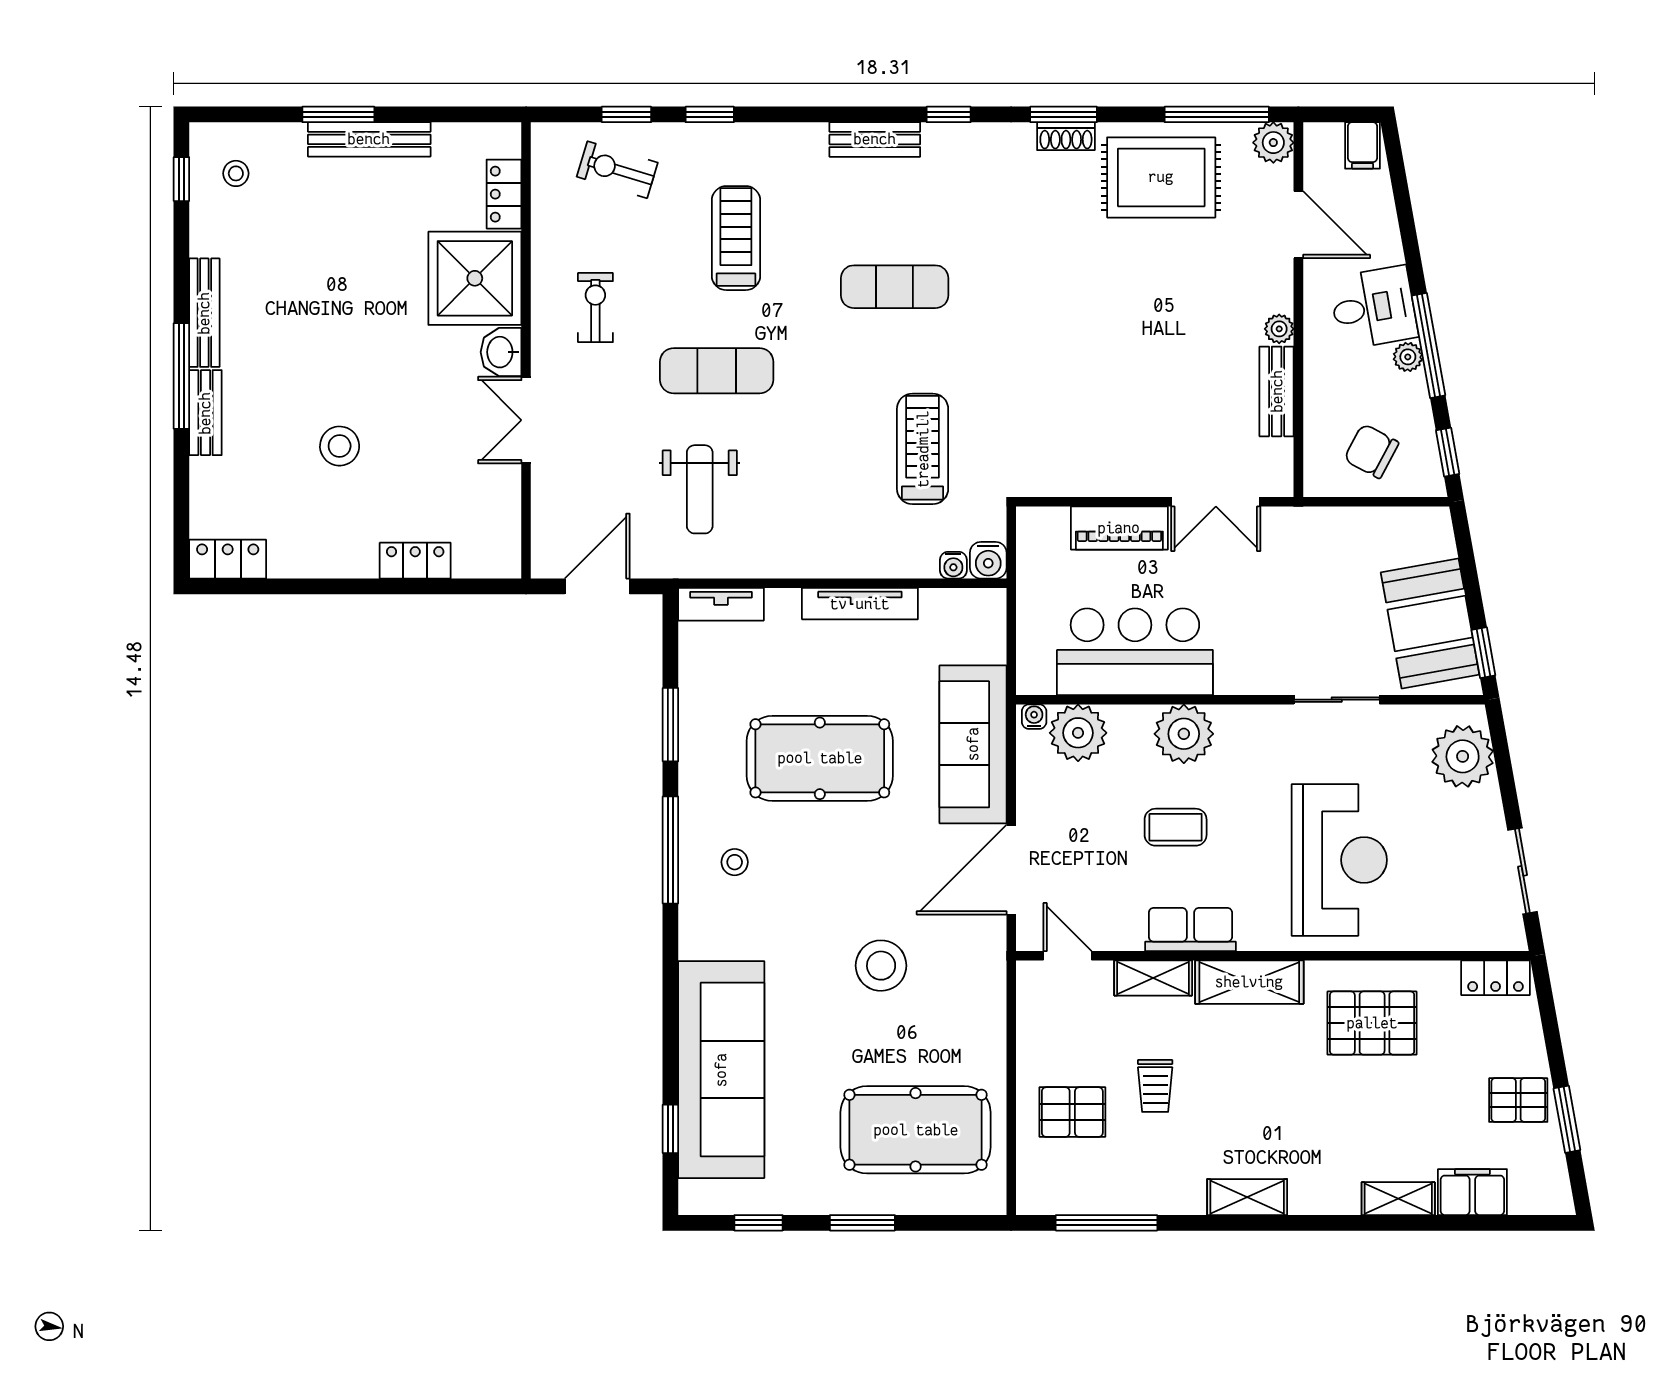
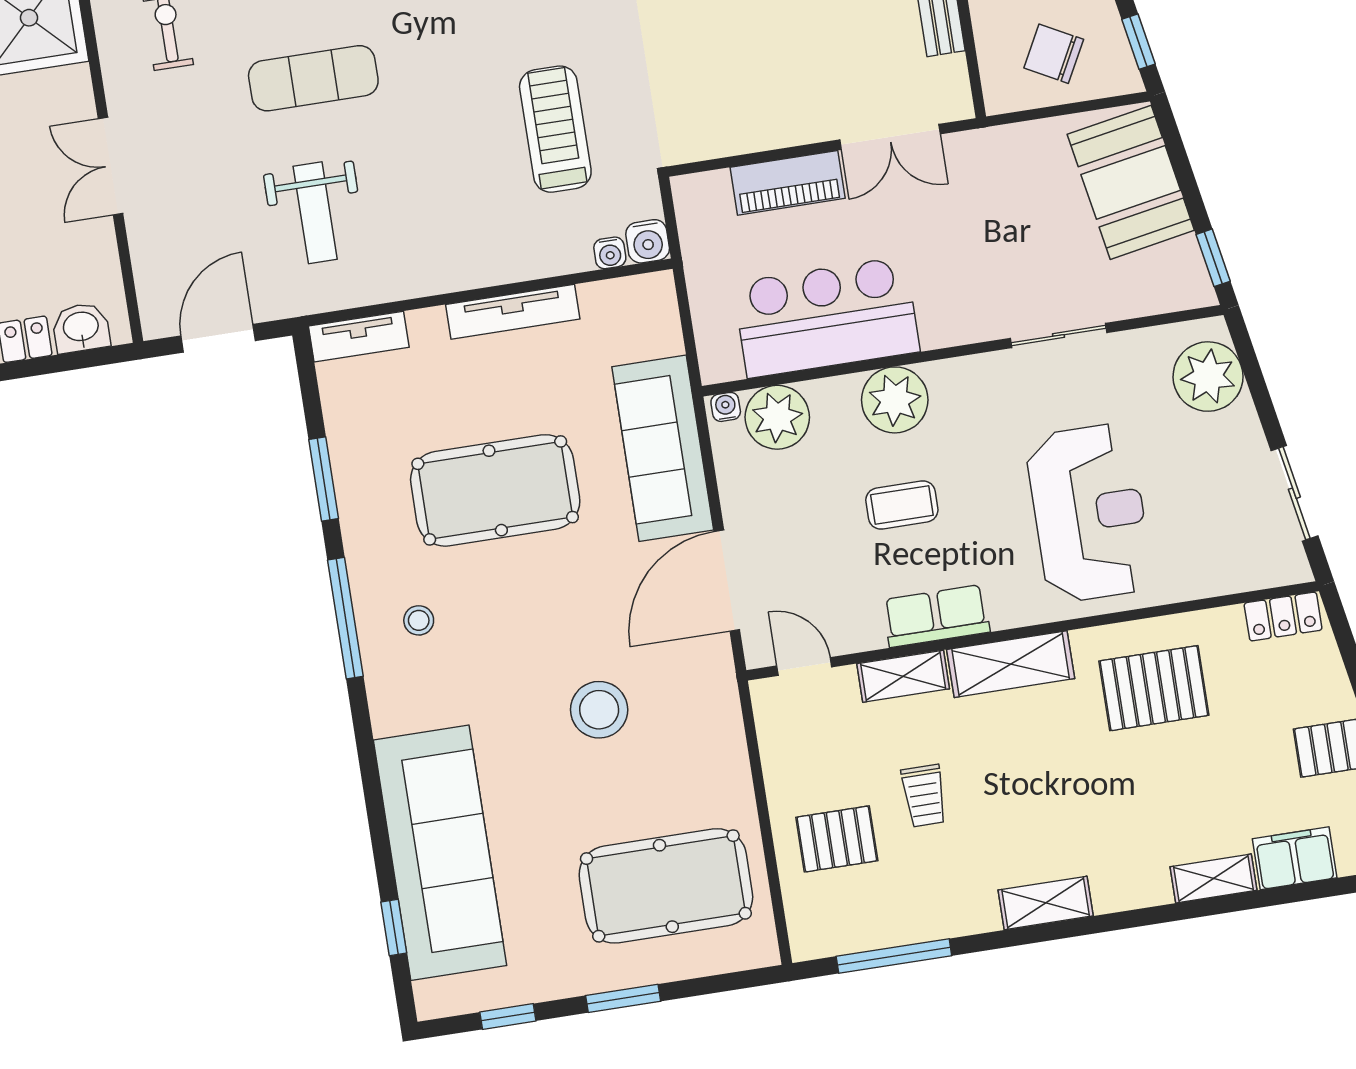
washbasin: (501, 352) -> (81, 328), moved, turned 90
booth: (1430, 623) -> (1131, 182), moved

